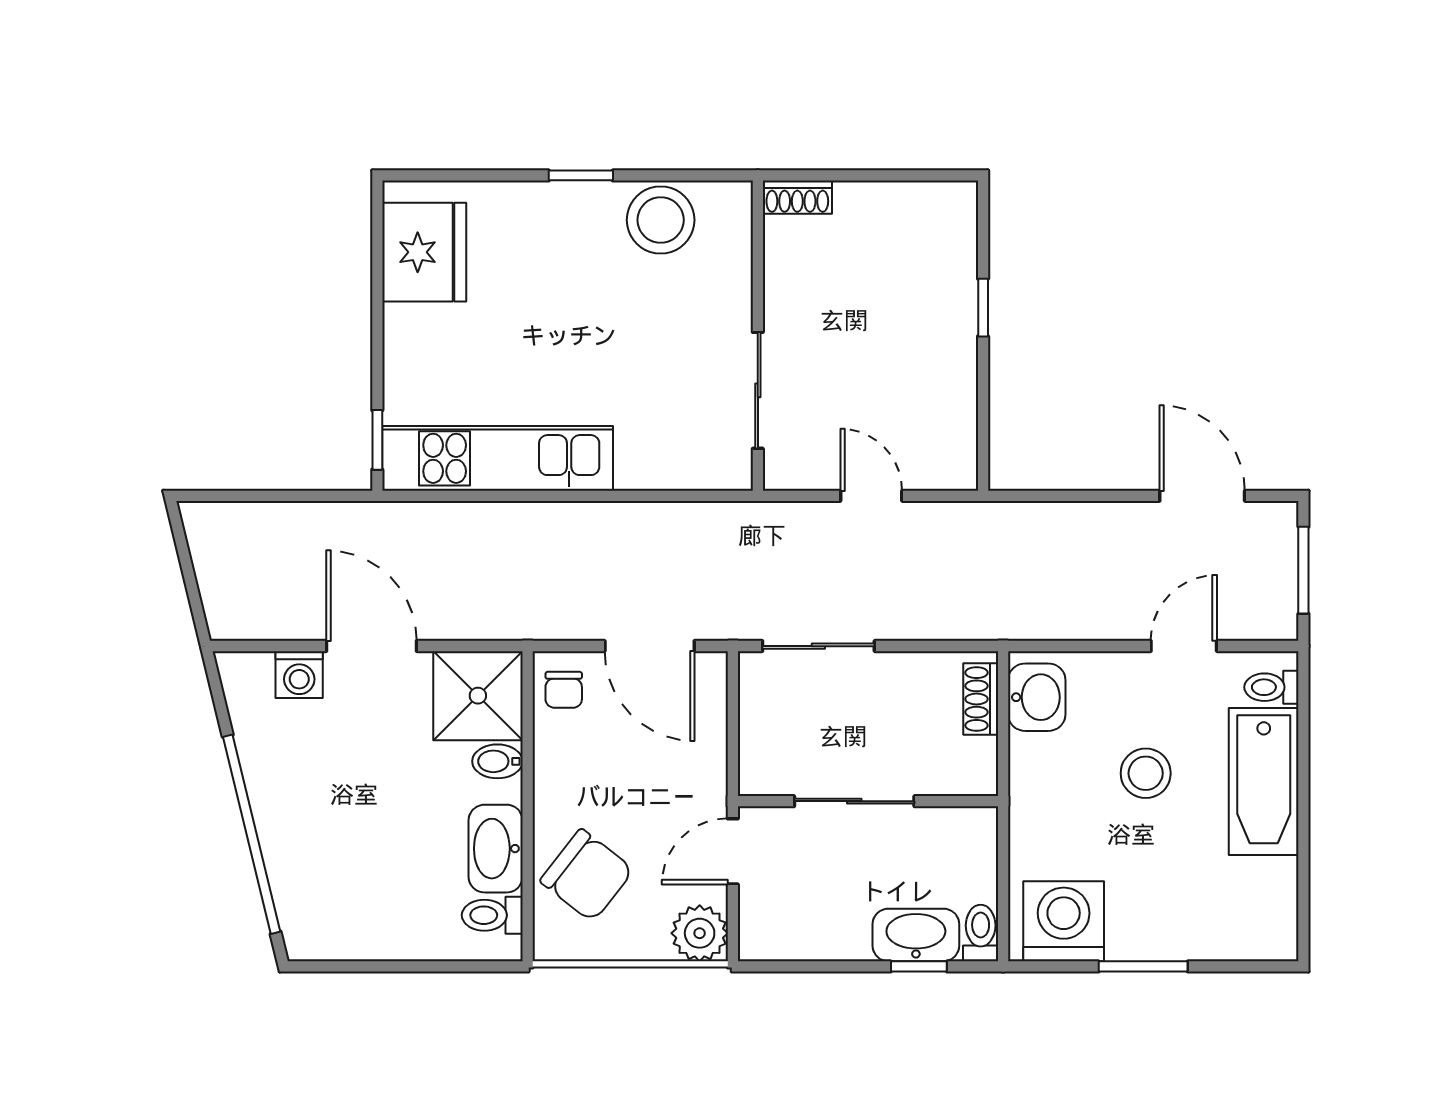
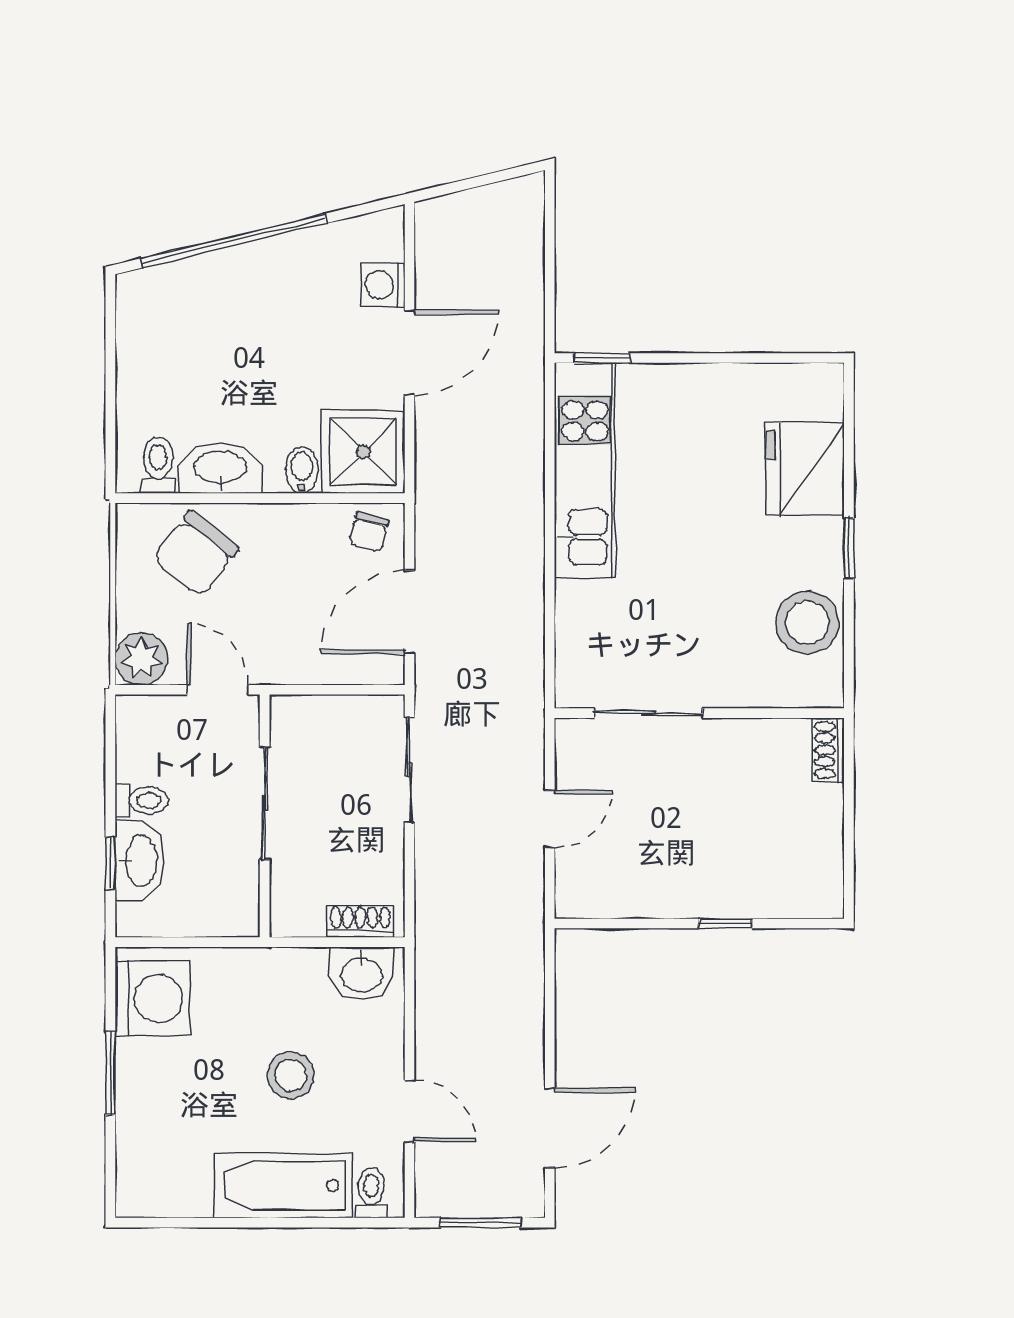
fridge: (424, 252) -> (805, 469), moved, turned 90
chair: (564, 690) -> (369, 532), turned -75
toilet: (981, 933) -> (142, 800), moved

